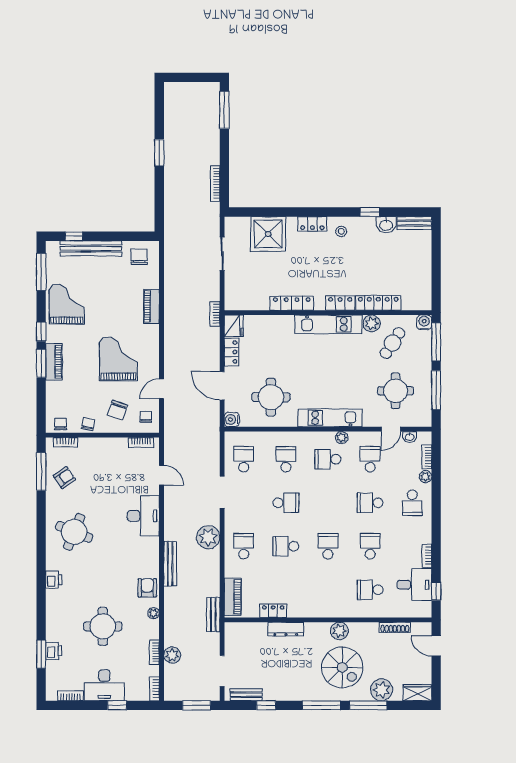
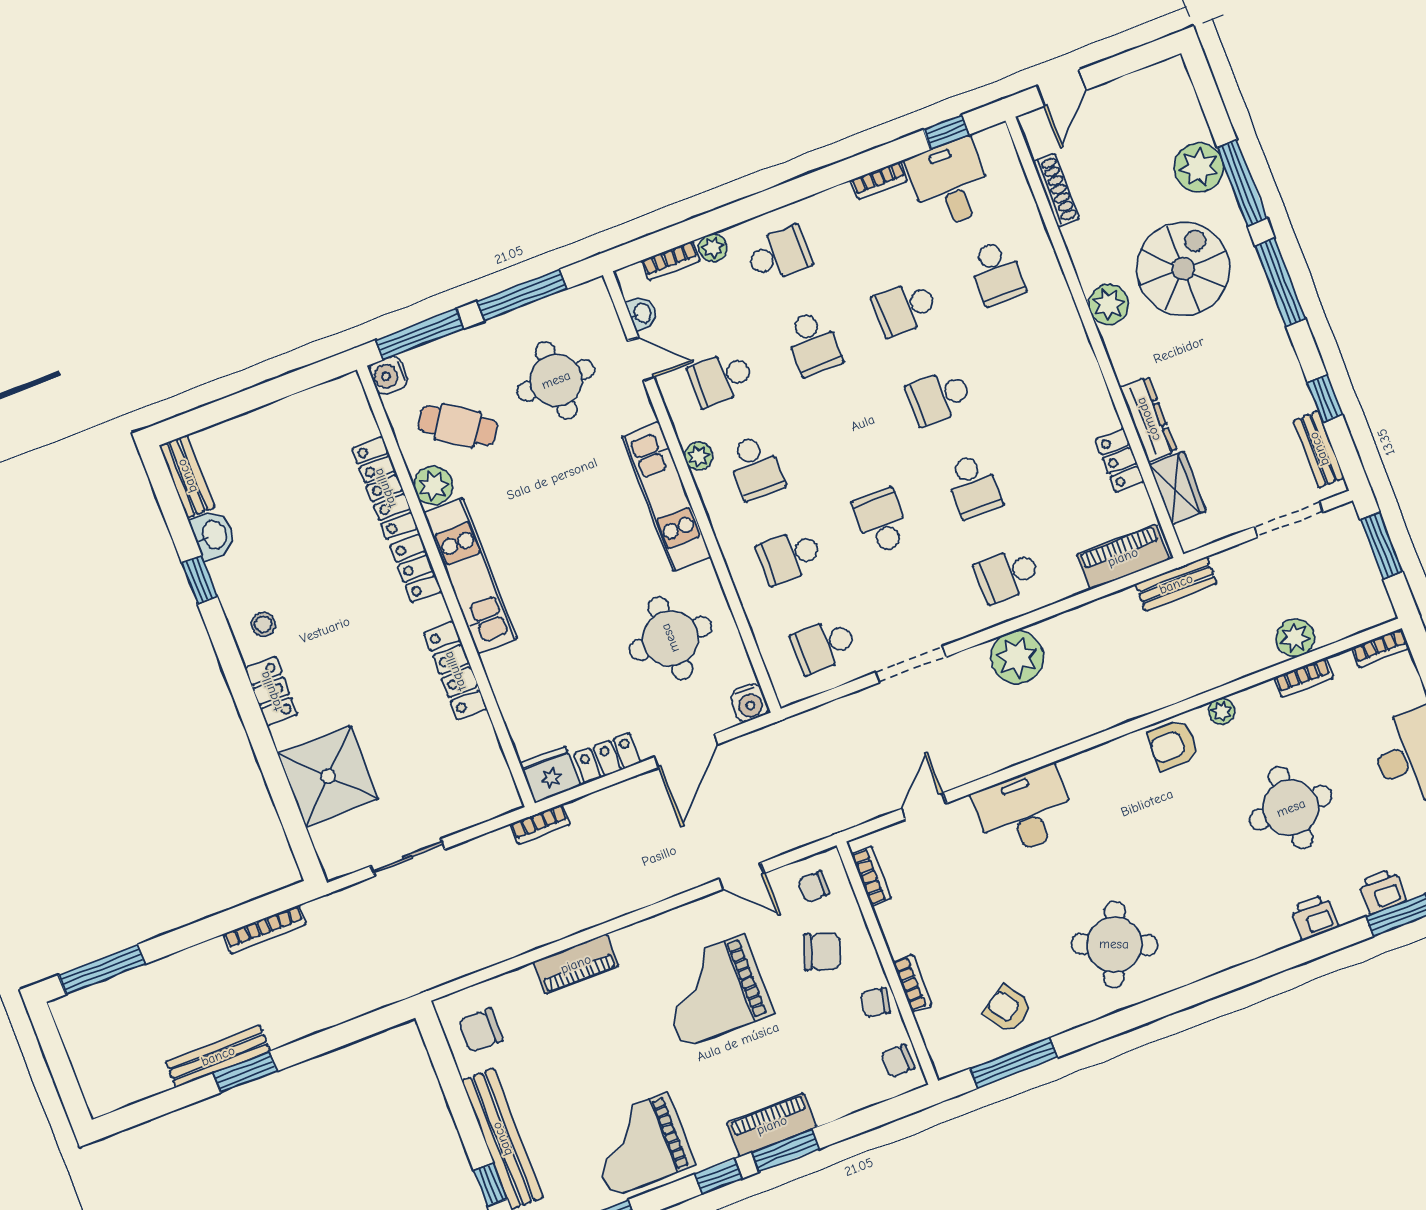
bookcase: (66, 442) -> (912, 983), moved
bench: (170, 564) -> (218, 1056), moved
printer: (54, 580) -> (1314, 917), moved
wardrobe: (417, 693) -> (1178, 488), moved, turned 180

